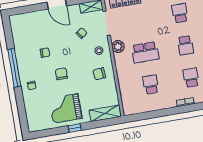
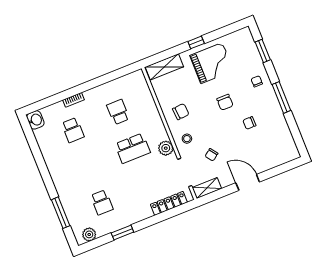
school desk: (185, 45) -> (87, 166), removed
school desk: (145, 52) -> (133, 148), turned 180
window: (14, 68) -> (281, 97), width x0.68
school desk: (151, 84) -> (118, 112), turned 180
window: (21, 109) -> (263, 51), added

